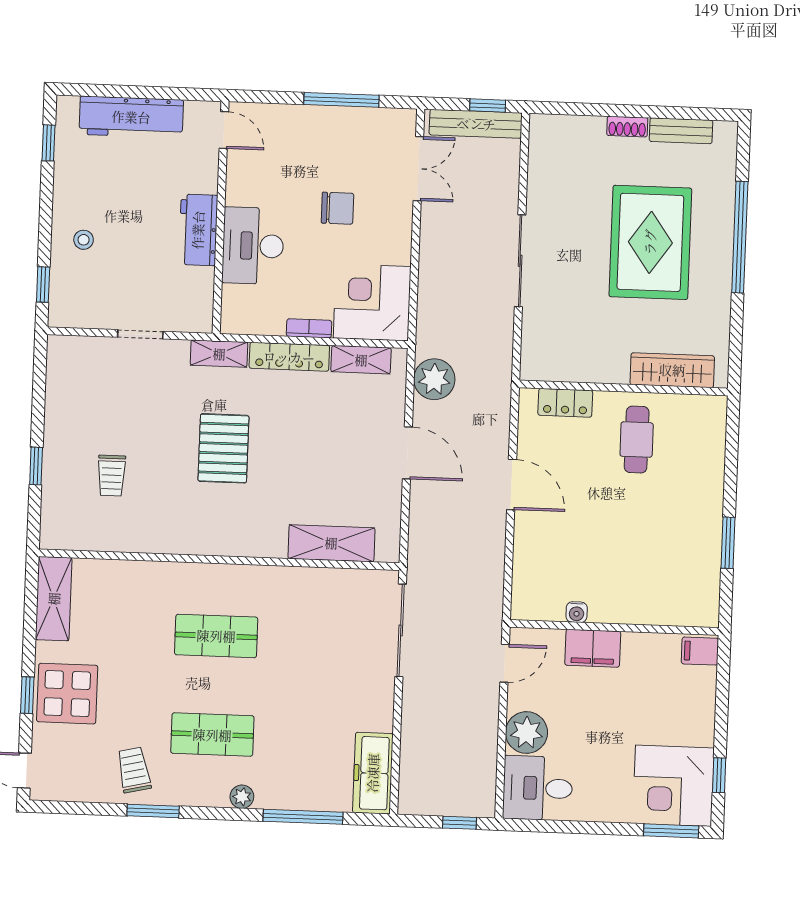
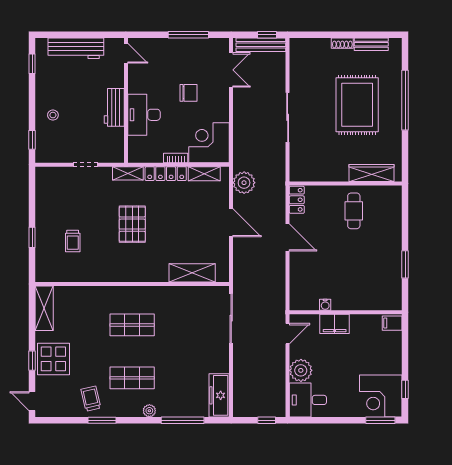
locker: (565, 403) -> (297, 200), moved, turned -90

